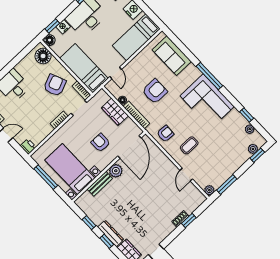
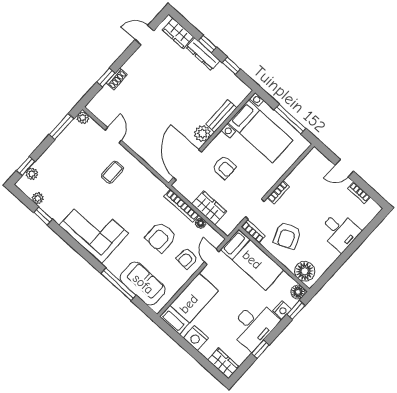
window: (209, 76) -> (118, 284), moved
armchair: (165, 134) -> (187, 258), moved
printer: (28, 146) -> (315, 156), removed

